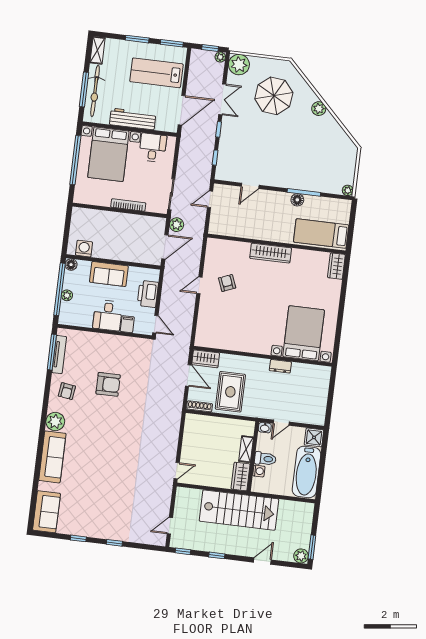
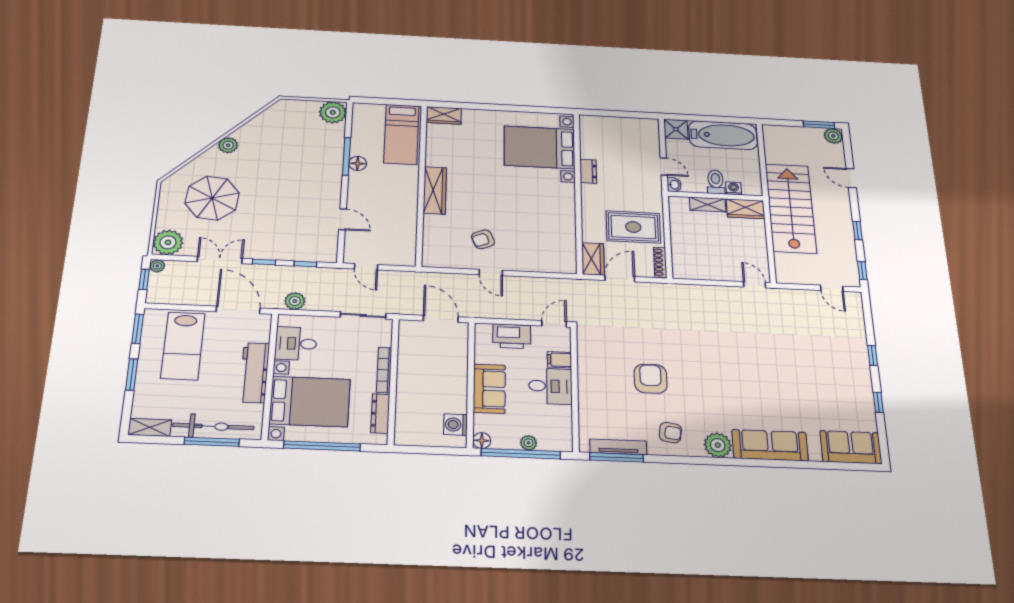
plant: (348, 190) -> (333, 112), width x1.88, depth x1.88
dresser: (96, 200) -> (380, 414), added
plant: (177, 225) -> (295, 301), moved

